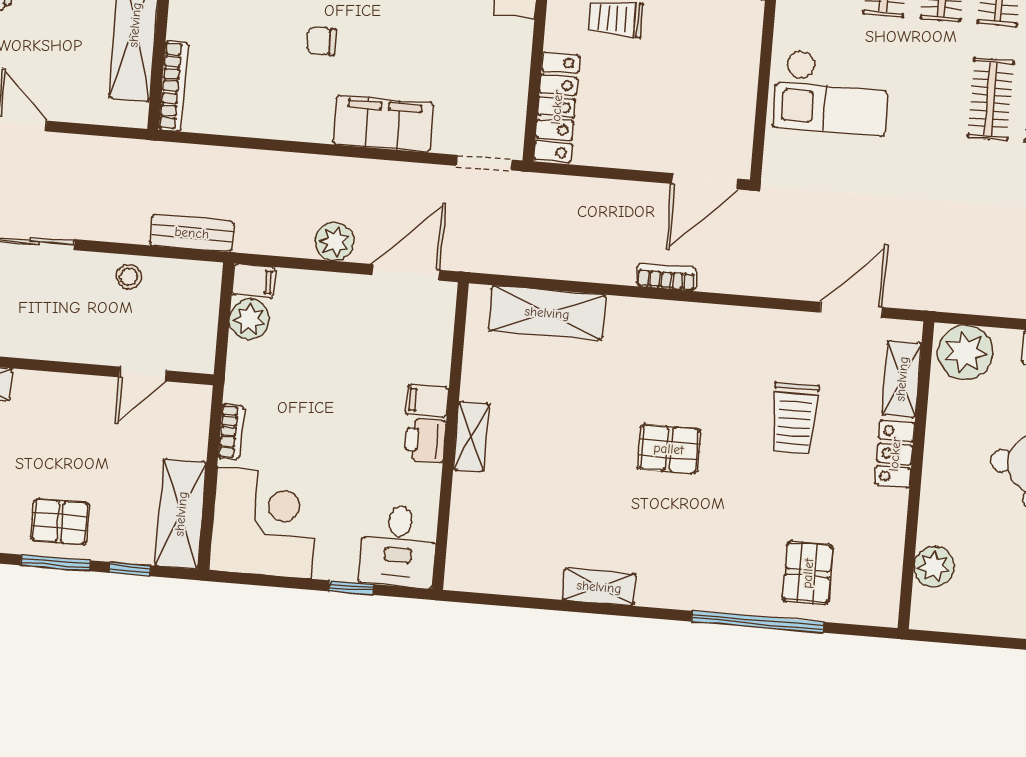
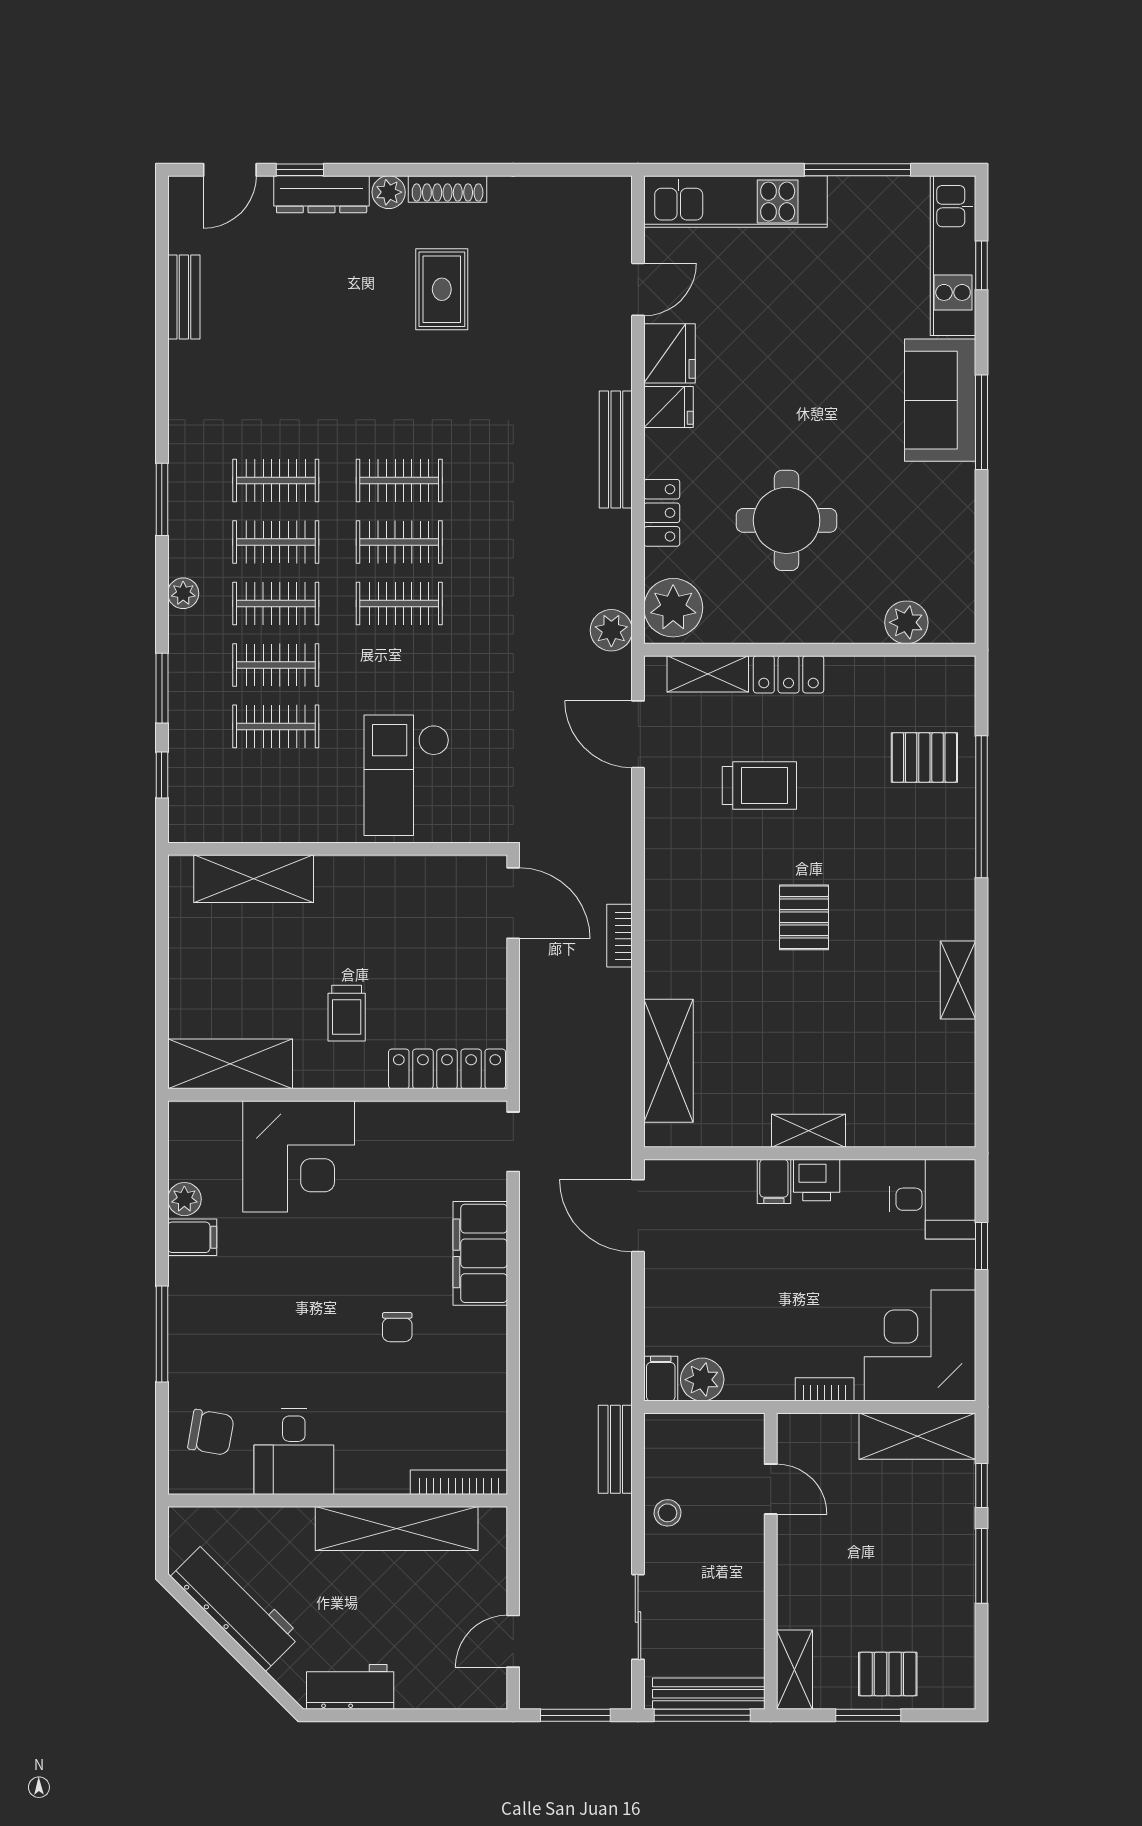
checkout: (831, 93) -> (407, 775), turned 180
plant: (335, 242) -> (611, 630), moved
pallet: (60, 522) -> (937, 1565), removed

